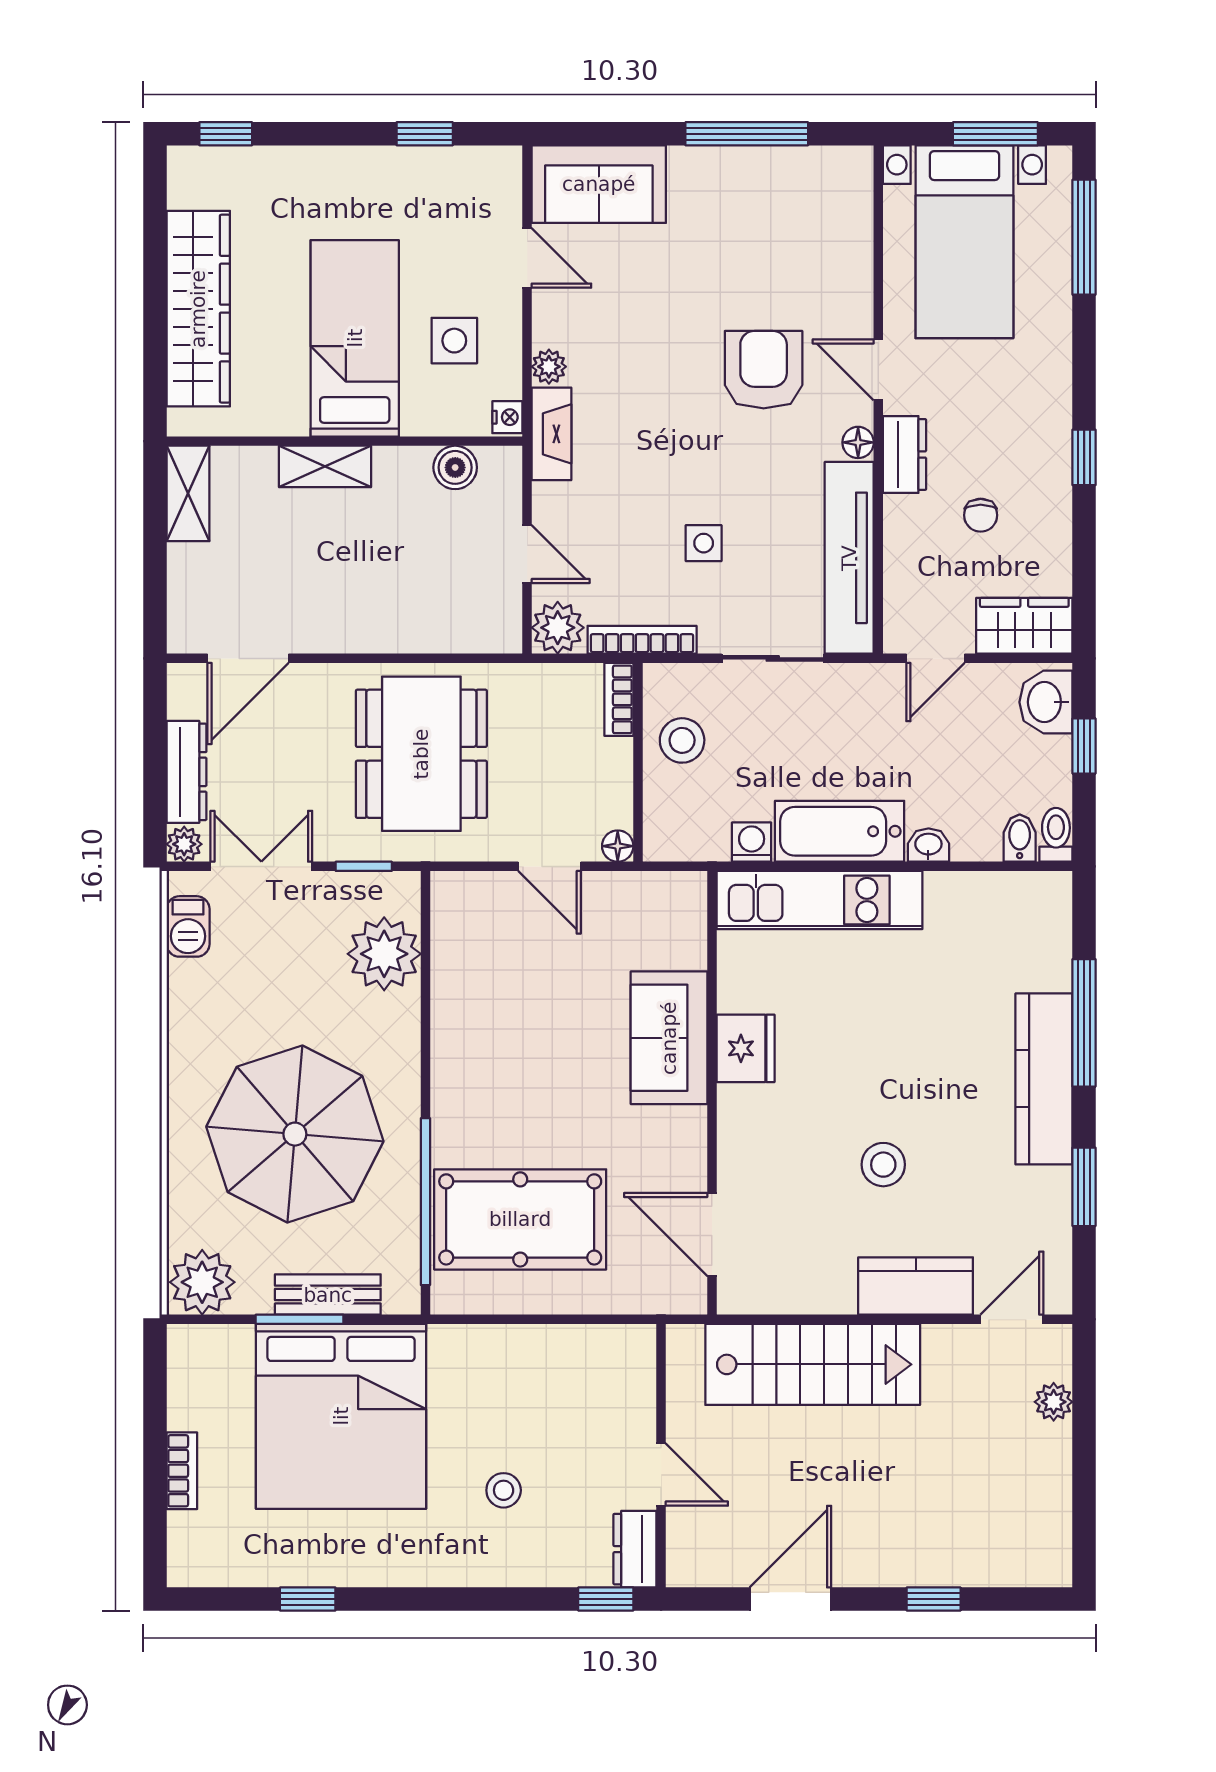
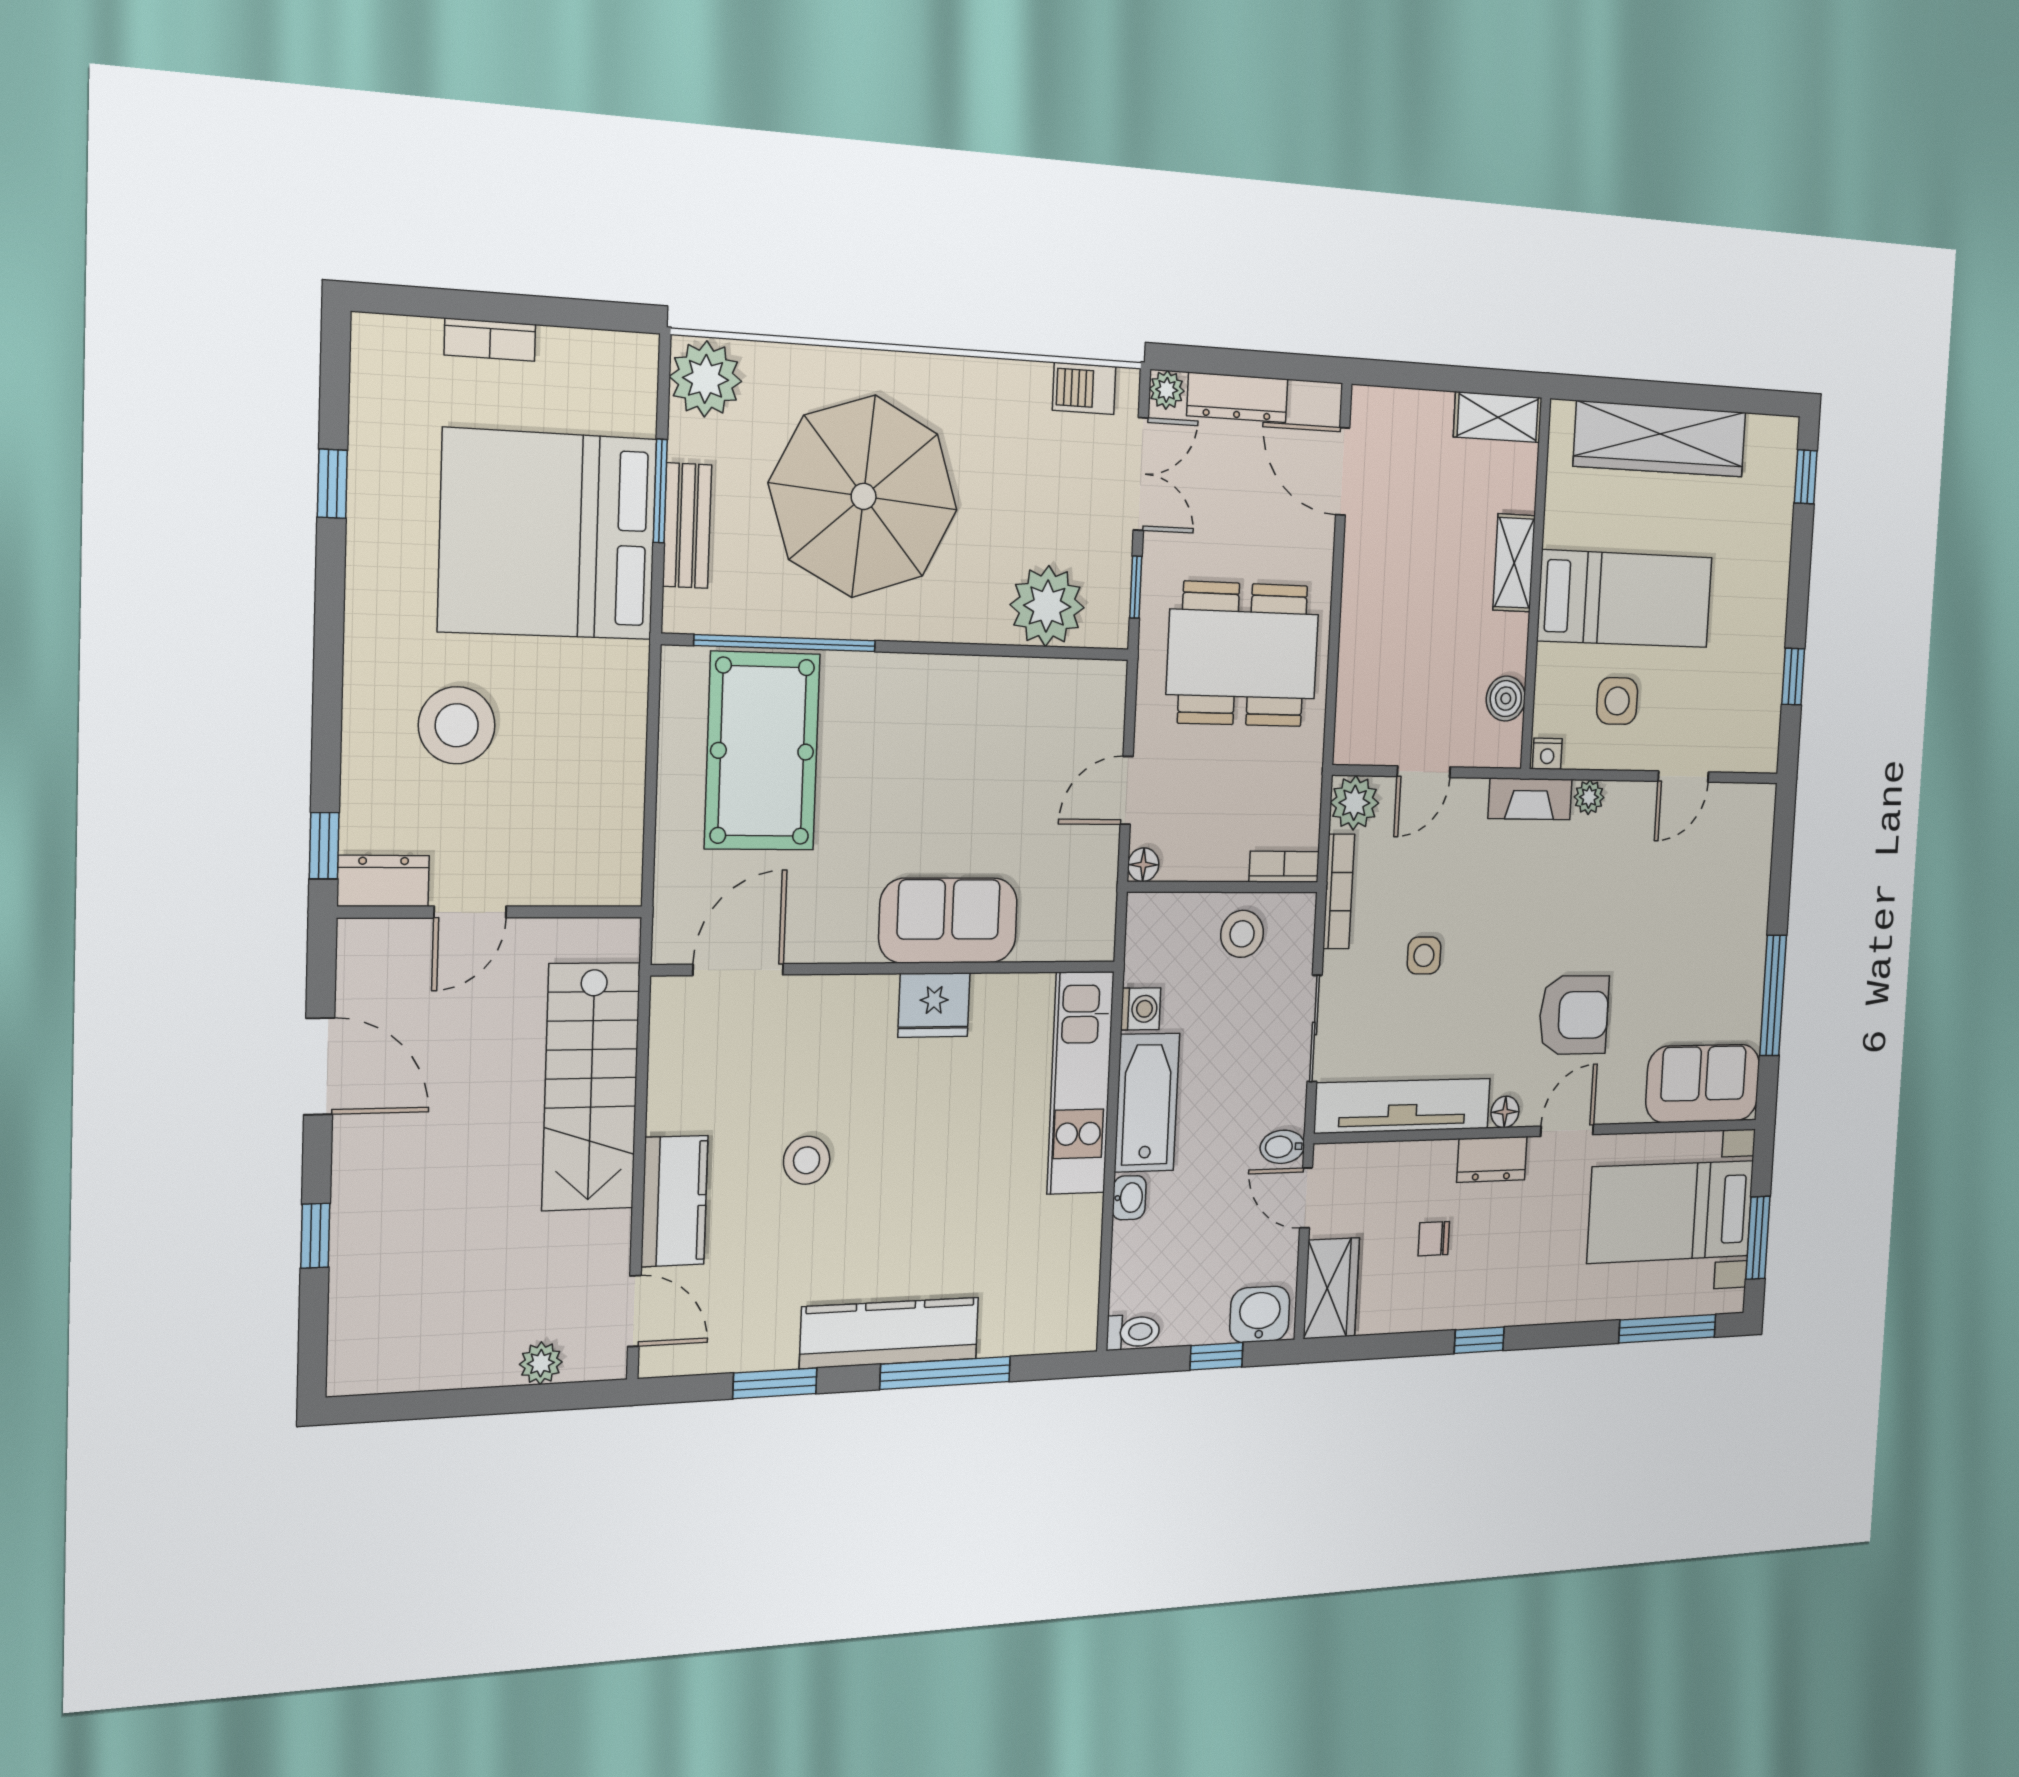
sofa: (599, 184) -> (1703, 1083), moved, turned 90
bidet: (1020, 838) -> (1282, 1147), moved, turned 180
stool: (504, 1490) -> (457, 725), width x1.89, depth x1.89

